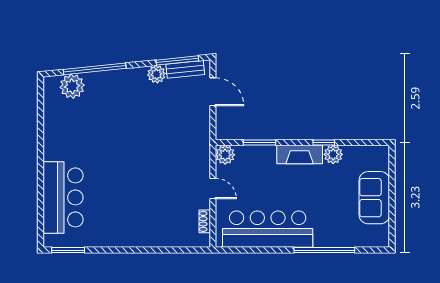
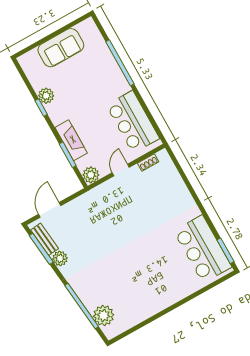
fireplace: (300, 154) -> (71, 140), moved
bar counter: (63, 197) -> (203, 249), moved, turned -90
bar counter: (268, 229) -> (133, 122), width x0.73

